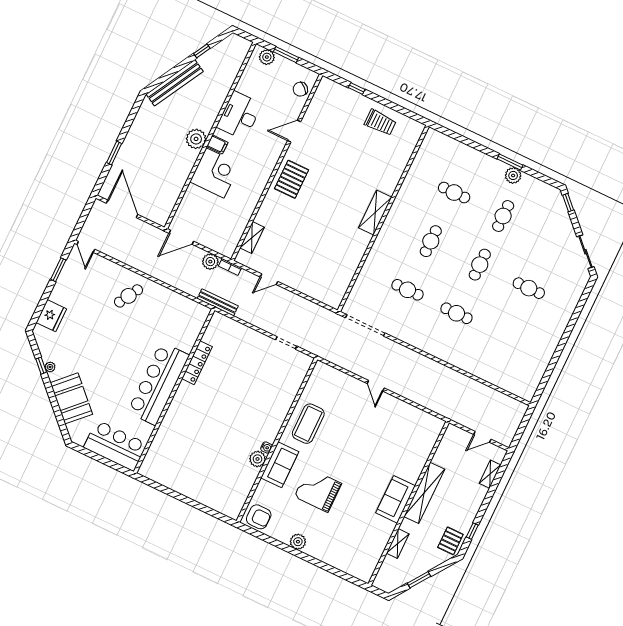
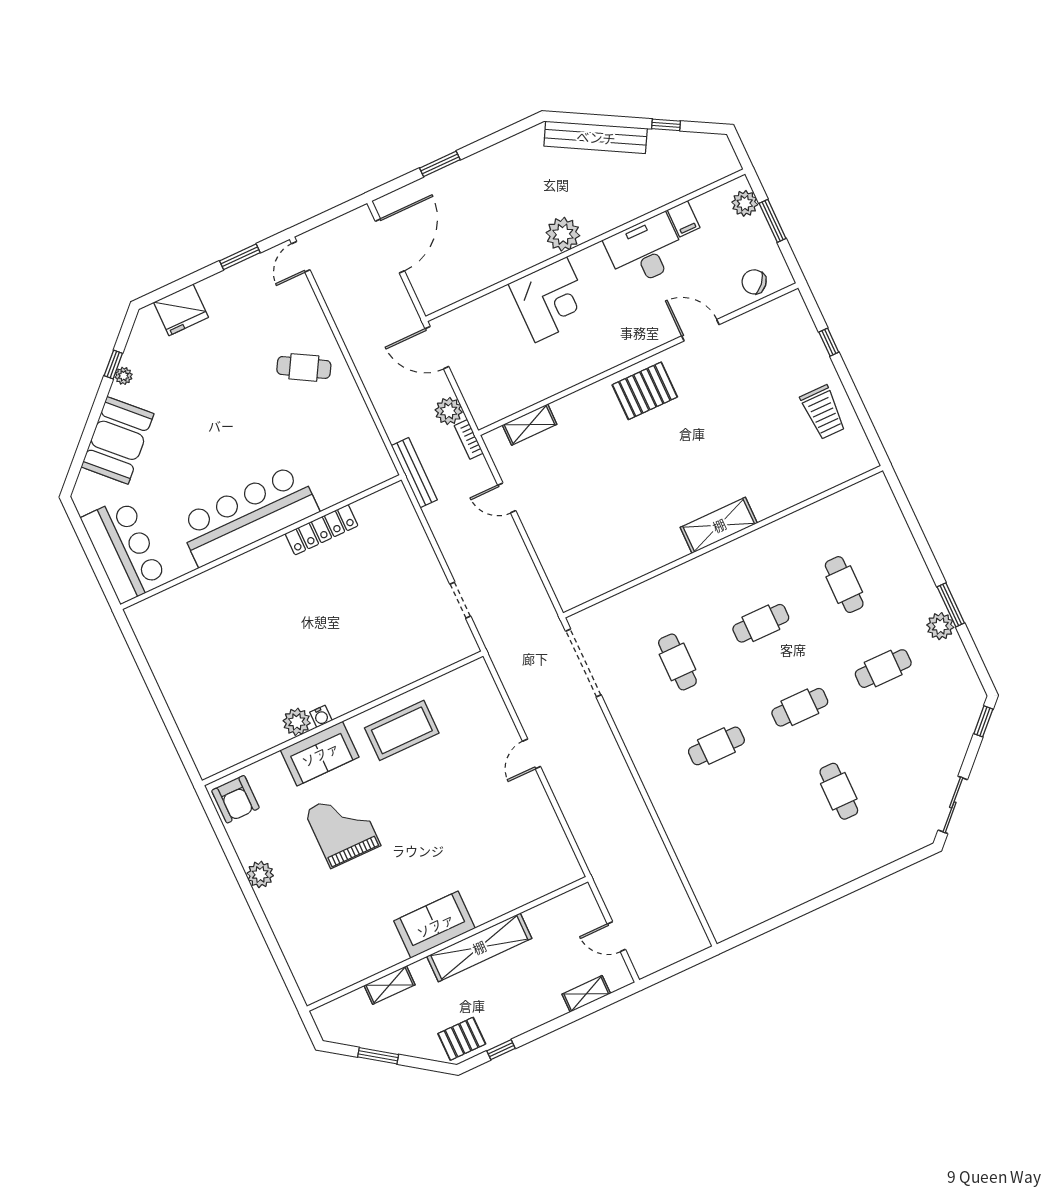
filing cabinet: (217, 144) -> (684, 219), moved
cafe table: (456, 313) -> (716, 746), turned 90

